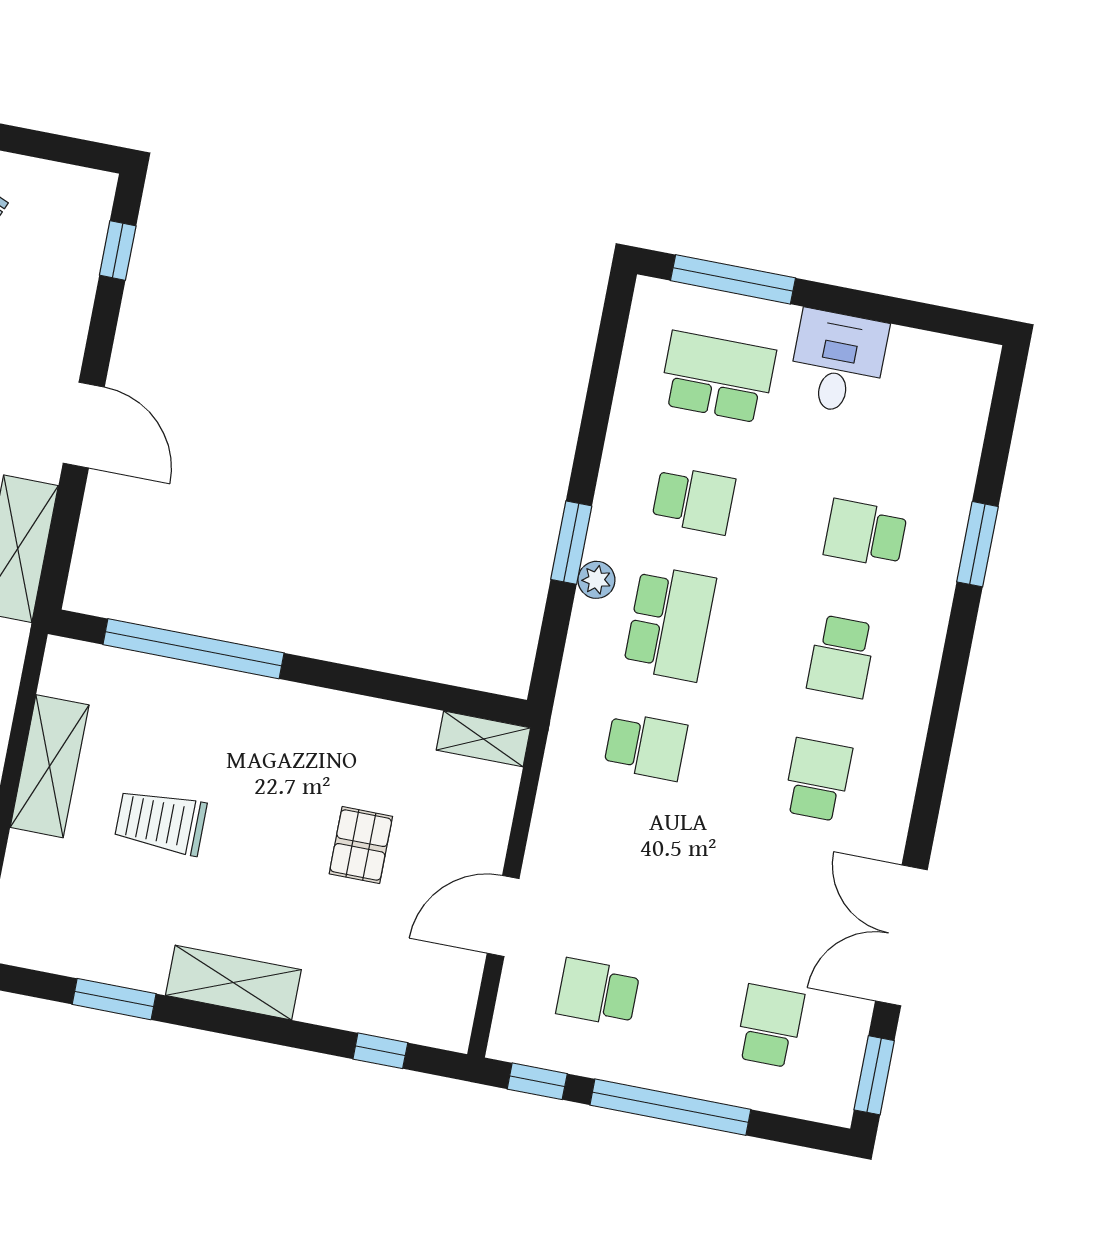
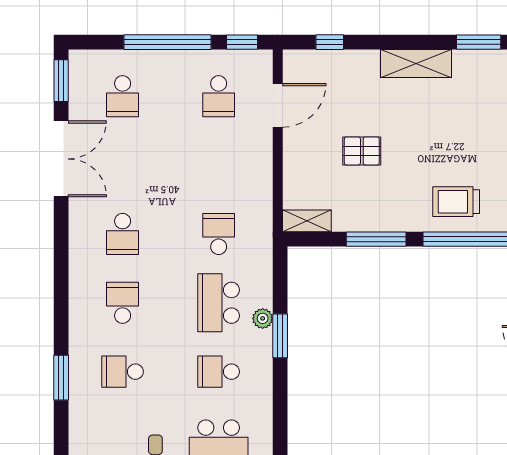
school desk: (865, 533) -> (123, 372), turned 180
window: (366, 682) -> (376, 239), added
school desk: (646, 746) -> (219, 234), turned 90
trolley: (161, 822) -> (456, 202), moved, turned 180
pallet: (361, 845) -> (362, 151), turned 90
door: (503, 916) -> (278, 105), moved
school desk: (598, 993) -> (219, 96), turned 90

